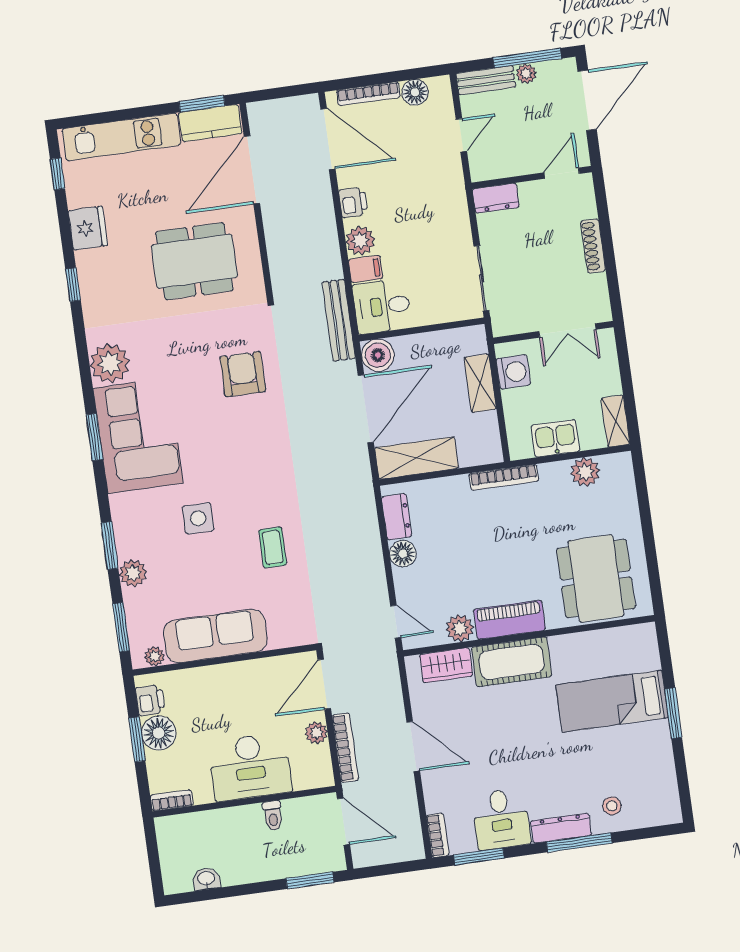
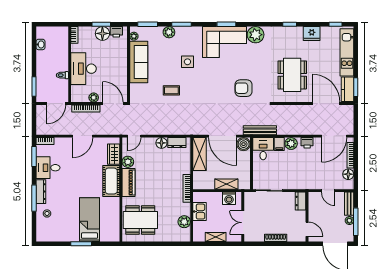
armchair: (243, 374) -> (244, 88), turned 180
shelving: (616, 421) -> (216, 237), moved

